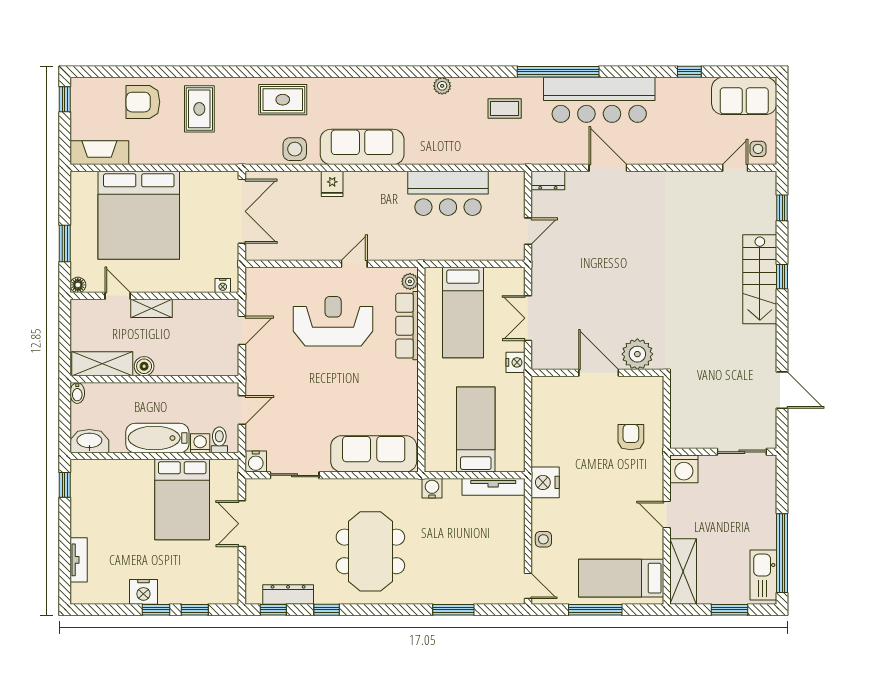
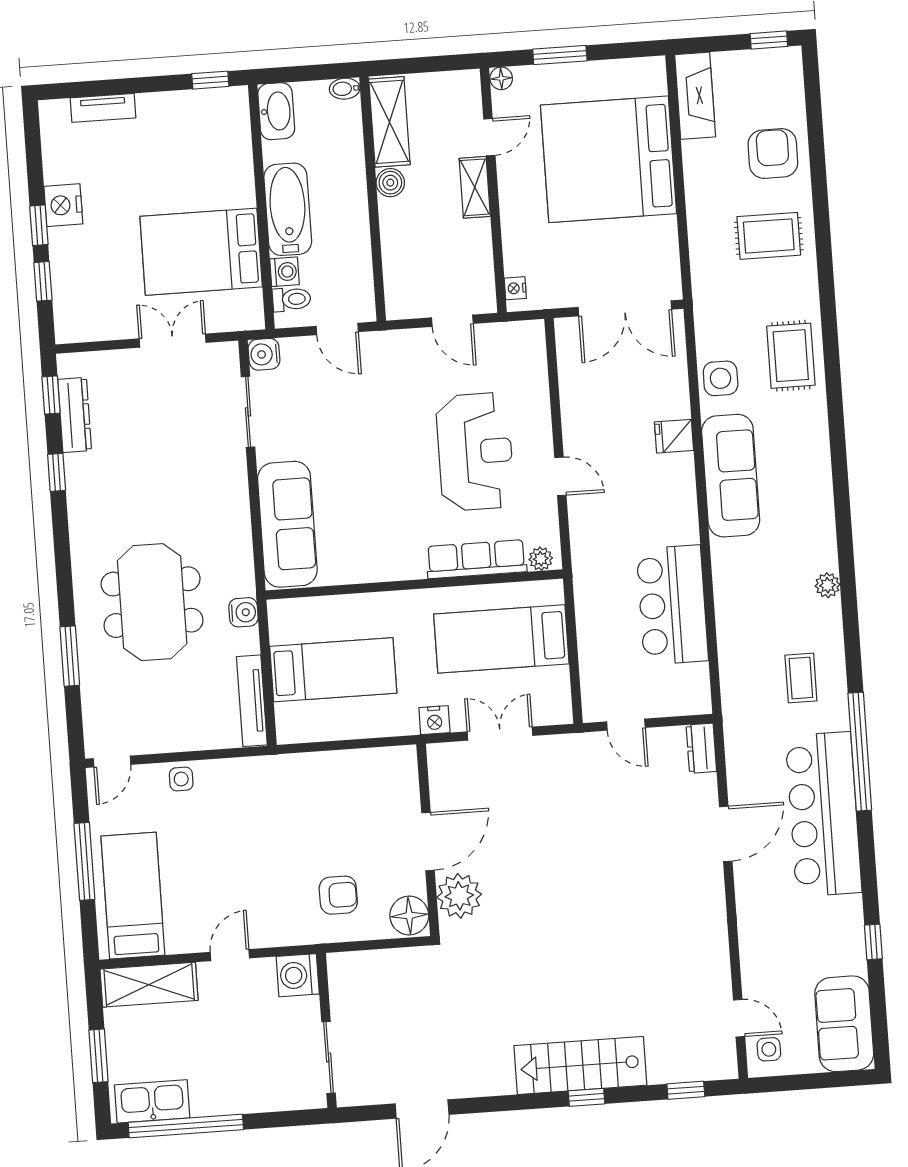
floor lamp: (648, 389) -> (409, 916), added
nightstand: (545, 482) -> (264, 776), removed
meeting table: (370, 551) -> (152, 602), moved, turned 90

